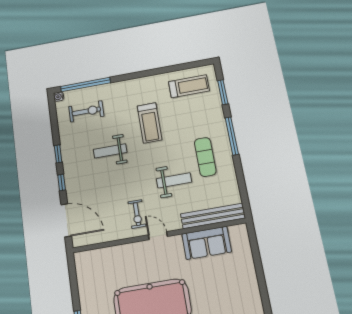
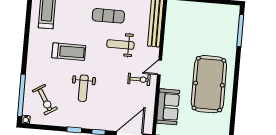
exercise bike: (86, 111) -> (45, 100), turned 148
weight bench: (174, 180) -> (120, 44), turned -90
sofa: (207, 243) -> (168, 107), moved

